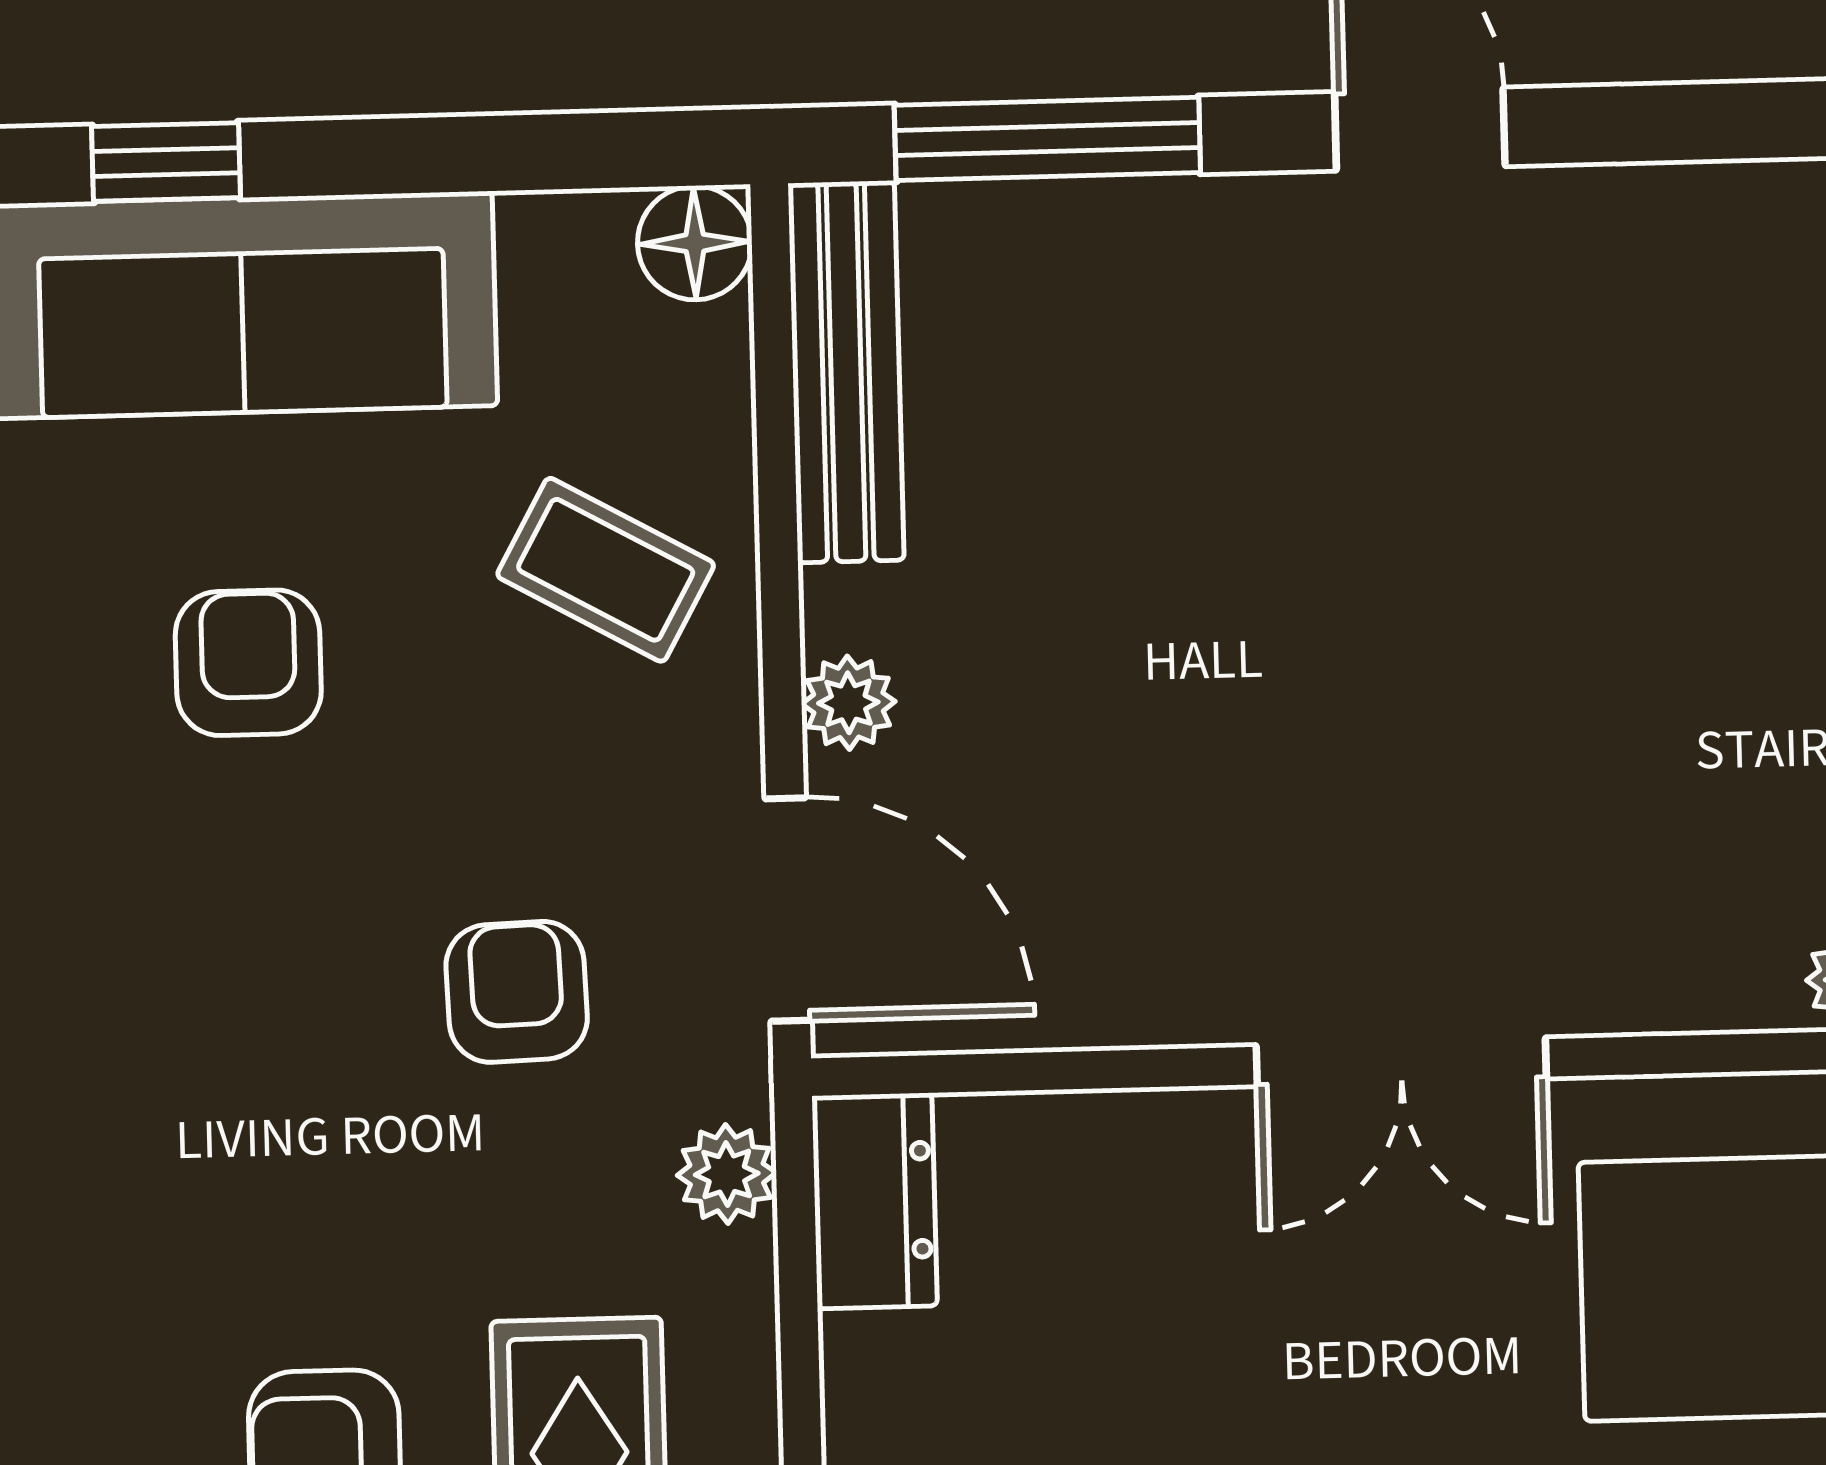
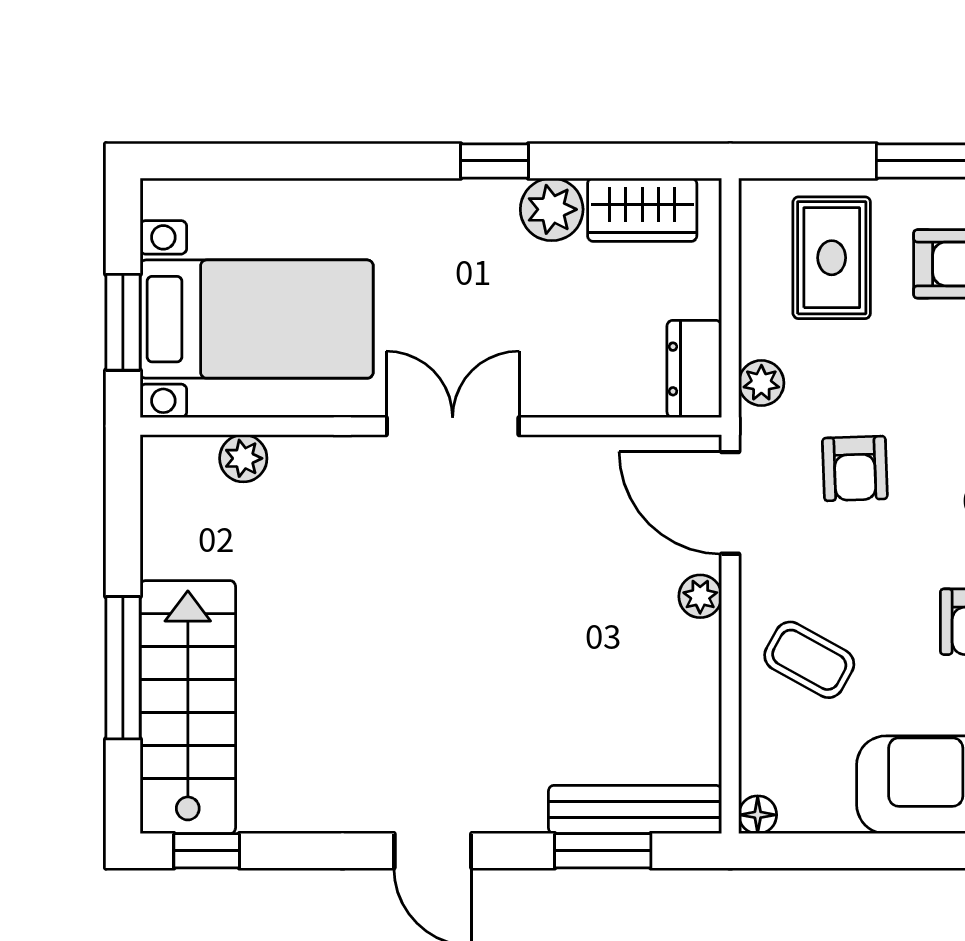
window: (1047, 139) -> (603, 851), width x0.69
floor lamp: (695, 243) -> (758, 815), width x0.73, depth x0.73
bench: (846, 372) -> (635, 810), moved, turned 90

